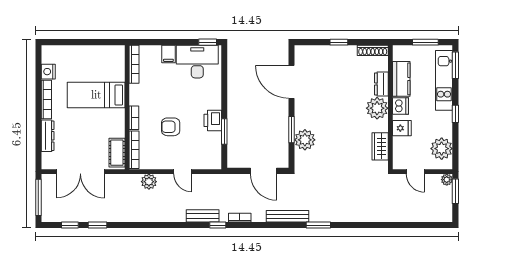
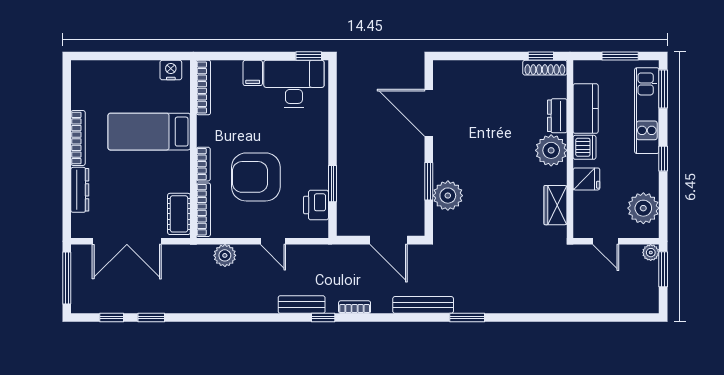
window: (339, 42) -> (541, 56), moved
nightstand: (48, 72) -> (171, 70), moved, turned 90
printer: (213, 120) -> (316, 205), moved
armchair: (171, 127) -> (256, 177), width x1.88, depth x1.88

